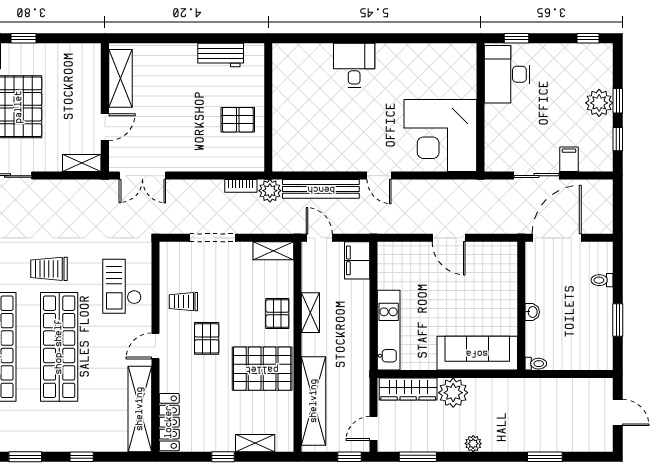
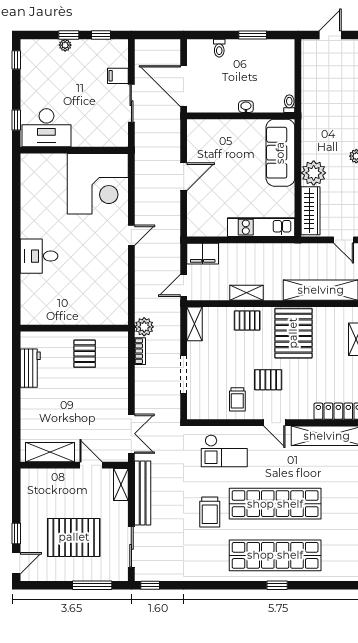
plant: (599, 103) -> (65, 45), width x0.53, depth x0.53
bench: (321, 189) -> (143, 493), moved

